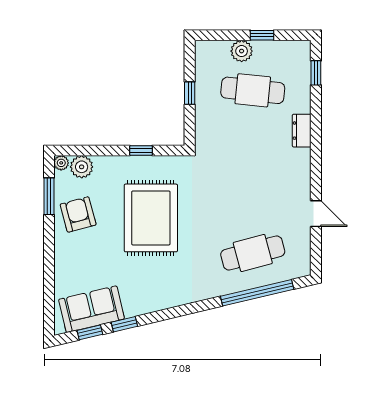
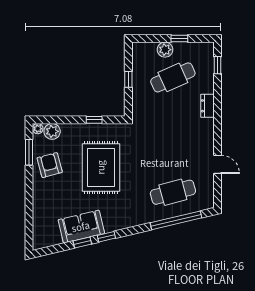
cafe table: (253, 90) -> (173, 77), turned -30
sofa: (92, 309) -> (81, 227), moved
window: (90, 332) -> (106, 237), moved

